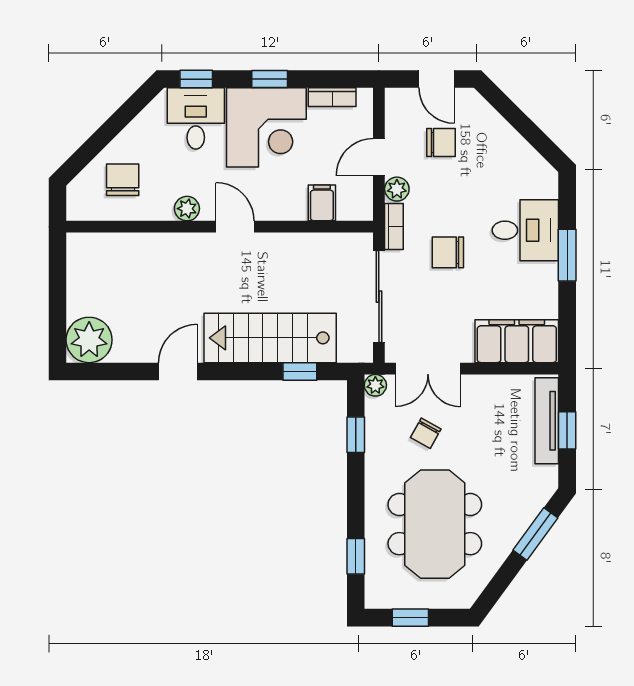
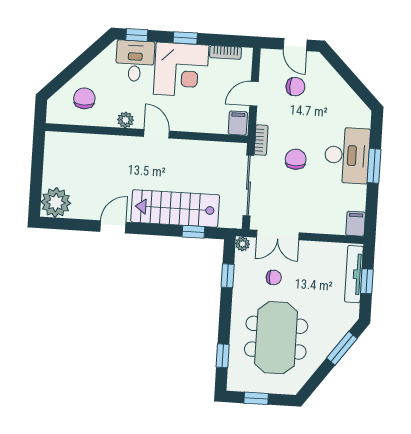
plant: (397, 189) -> (265, 116), removed
filing cabinet: (322, 203) -> (238, 123), moved
desk: (525, 230) -> (347, 155), width x1.37
chair: (448, 252) -> (296, 159), turned 90
filing cabinet: (517, 341) -> (356, 224), width x0.33, depth x0.86
chair: (426, 433) -> (274, 277), turned -119

